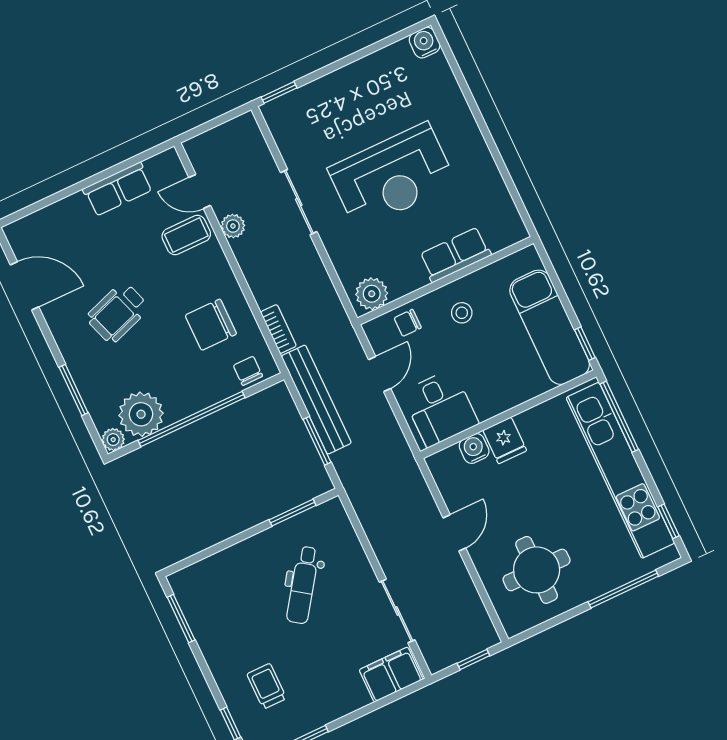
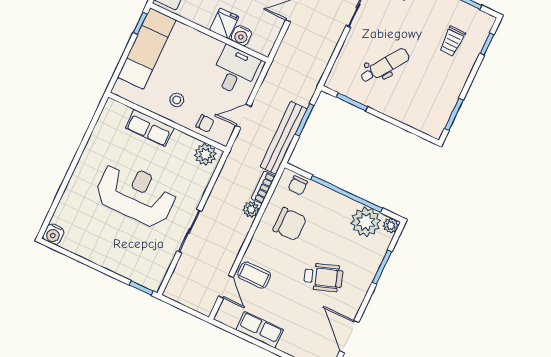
plant: (233, 226) -> (251, 209), moved

